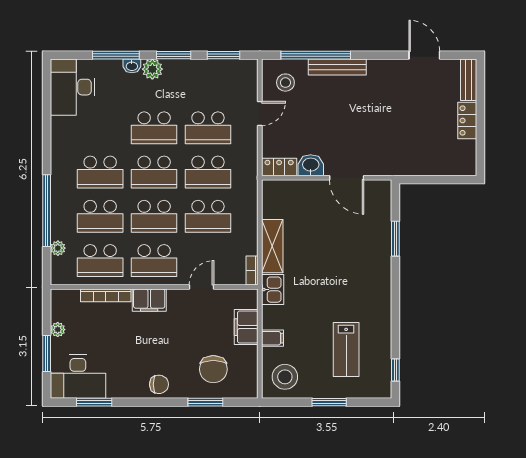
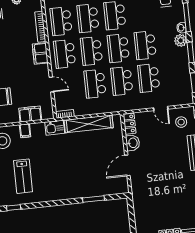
shelving: (272, 246) -> (89, 124), width x1.47
lab bench: (346, 350) -> (23, 176), turned -90

